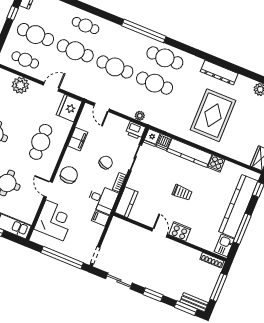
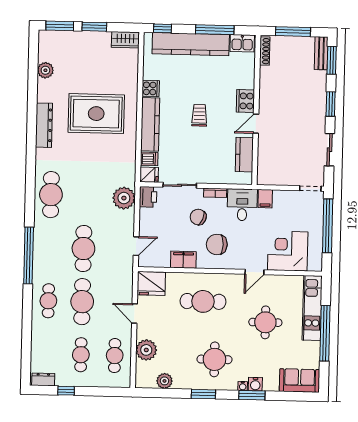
window: (144, 31) -> (29, 255), moved
cafe table: (36, 35) -> (81, 355), width x0.73, depth x0.74
cafe table: (155, 83) -> (85, 195), removed
plant: (140, 116) -> (124, 198), width x1.87, depth x1.87
chair: (69, 175) -> (217, 244), moved
kitchen counter: (126, 202) -> (244, 155), moved, turned -90

